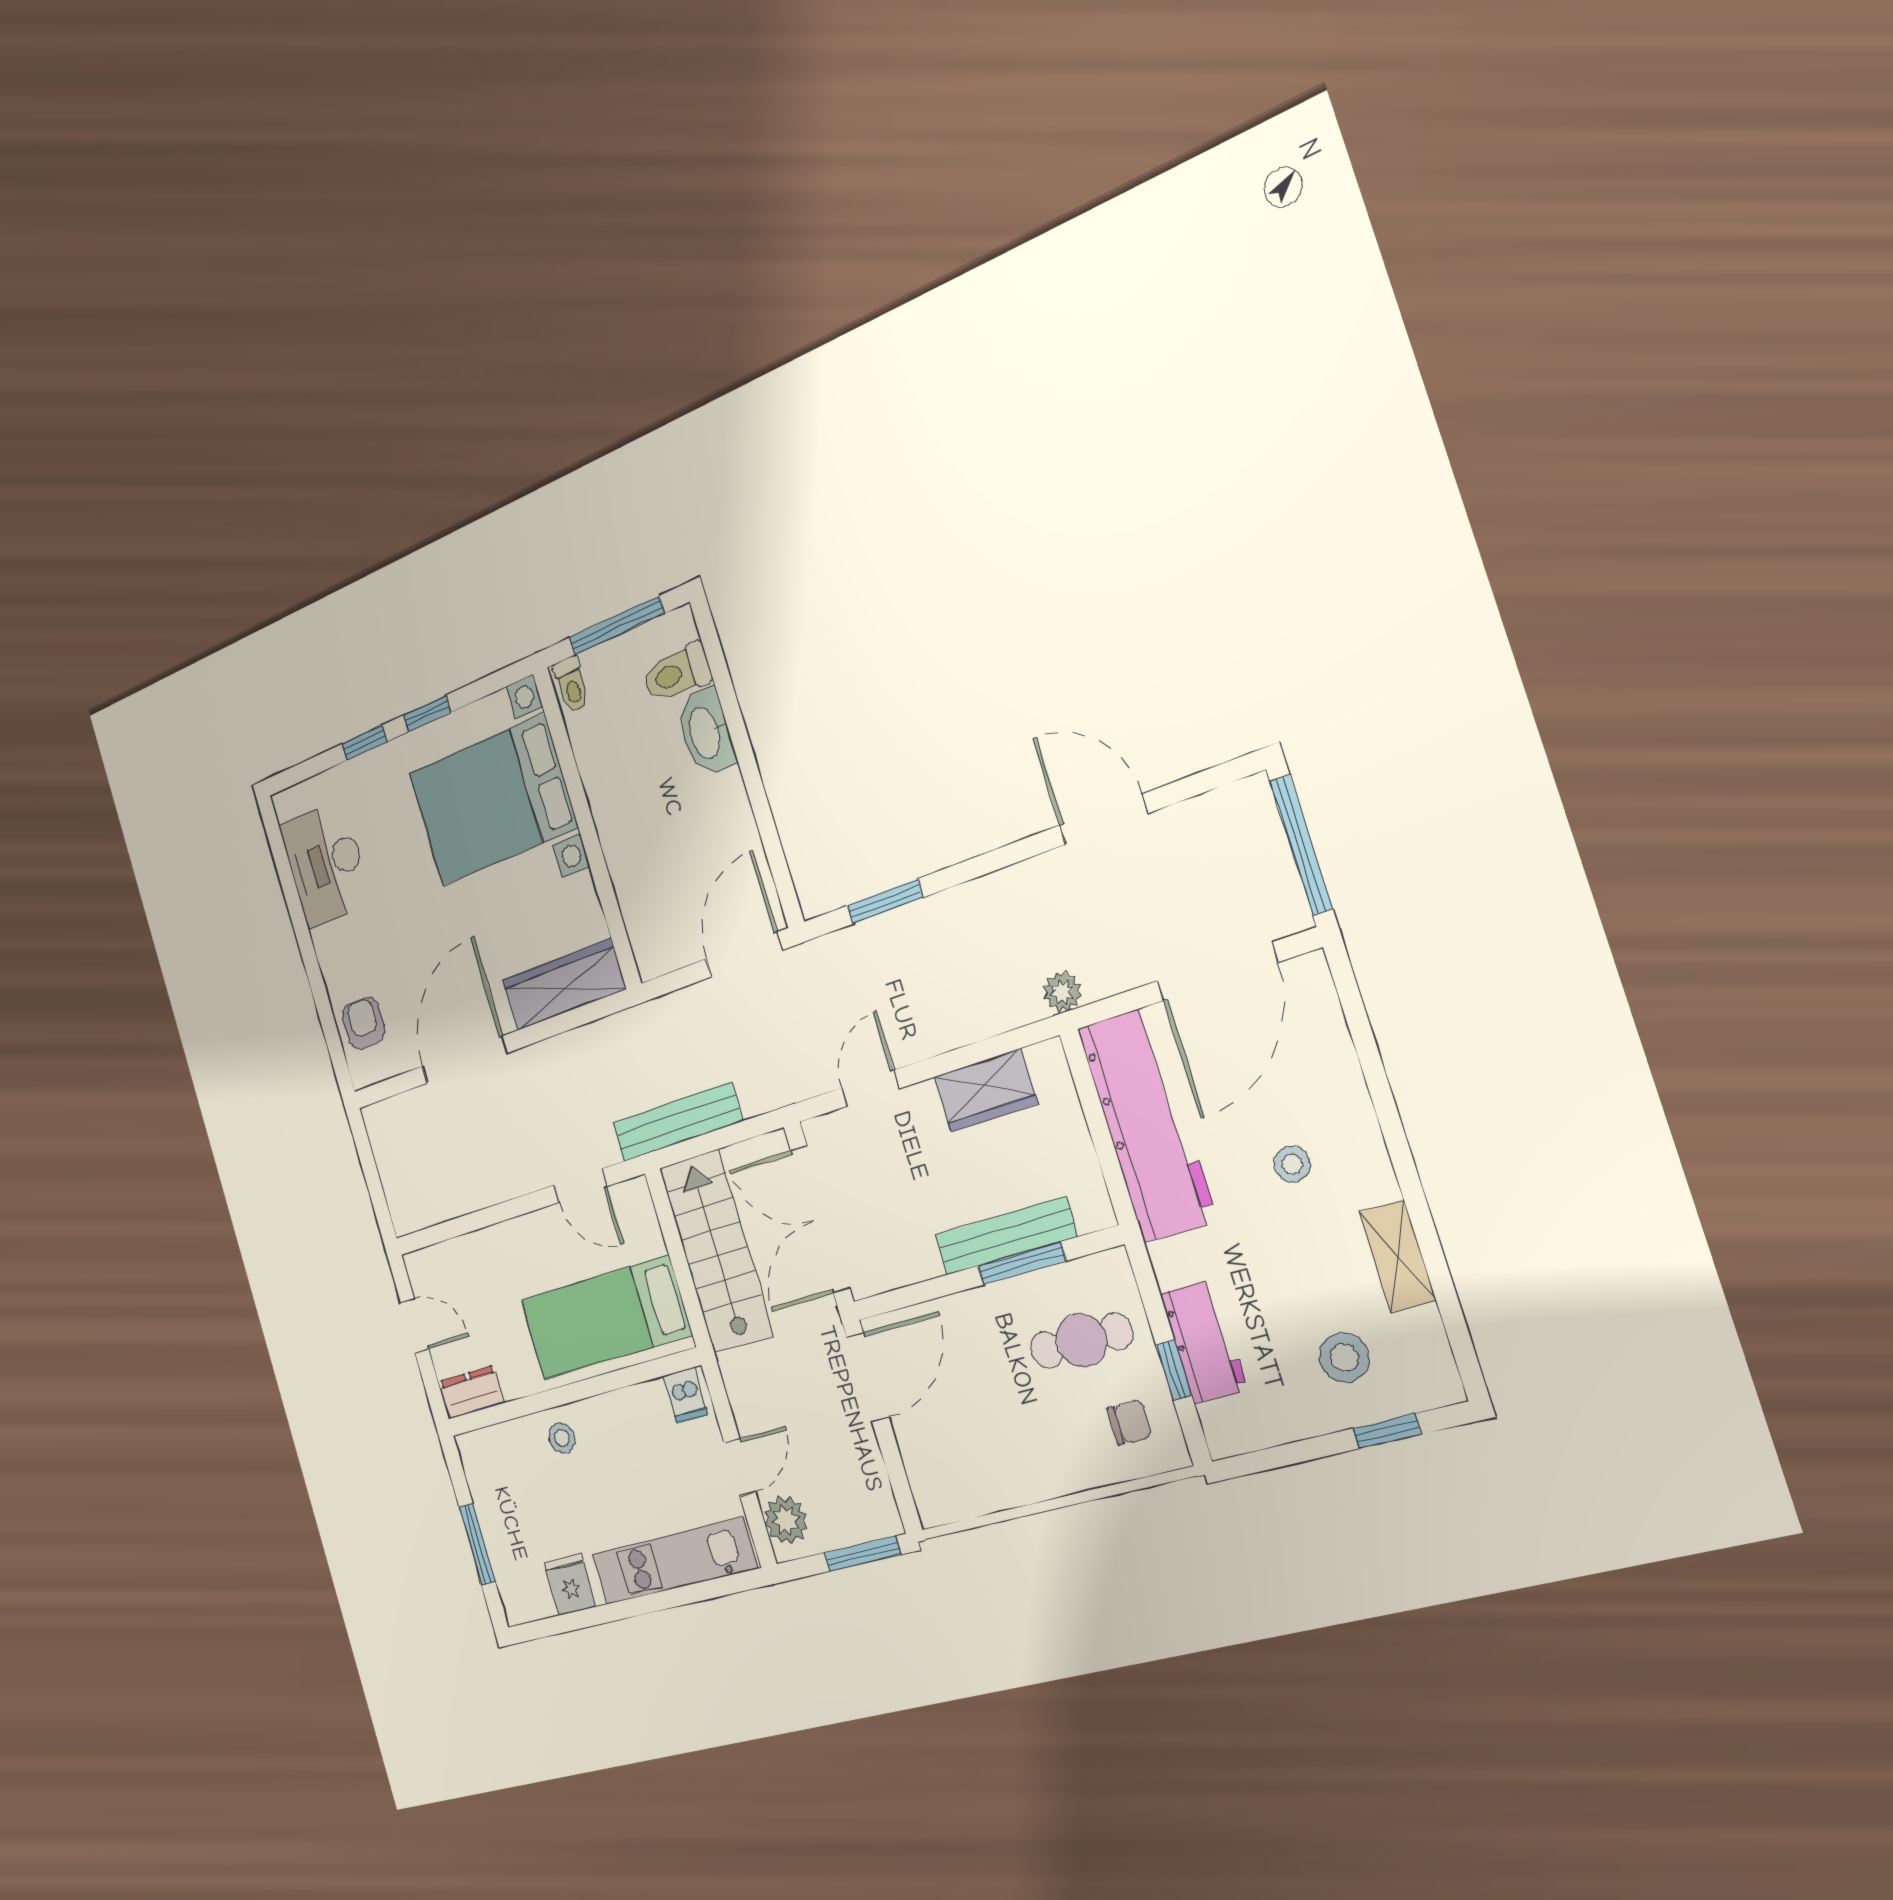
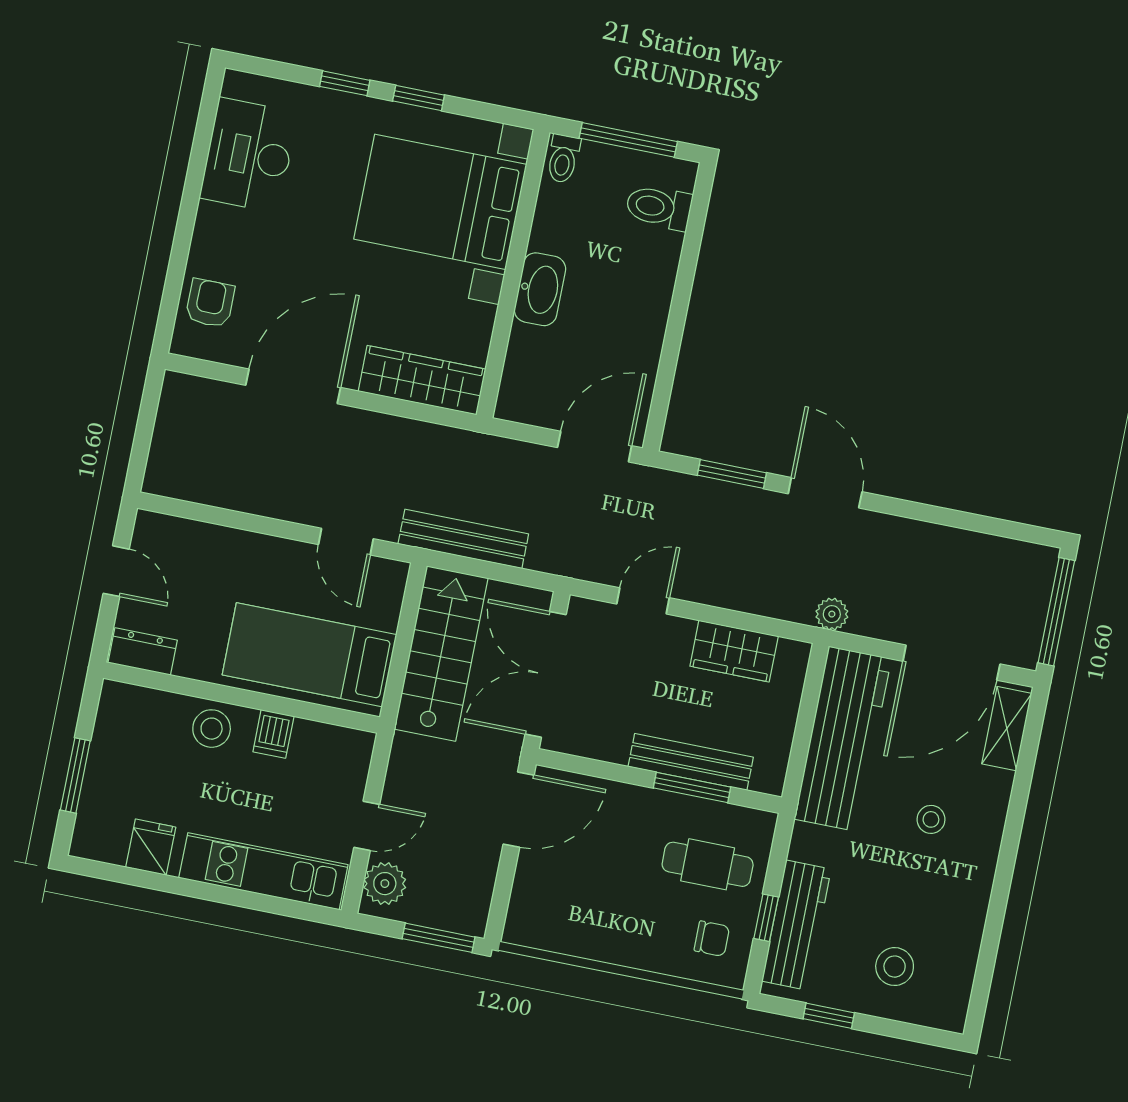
washbasin: (706, 732) -> (540, 289), moved, turned 180
door: (1104, 819) -> (825, 493), moved
shelving: (1398, 1256) -> (1007, 729), moved
workbench: (1204, 1342) -> (796, 925), width x1.38
dishwasher: (686, 1395) -> (273, 734), moved
window: (1387, 1431) -> (829, 1016), moved
stool: (562, 1438) -> (212, 729), width x1.37, depth x1.37

